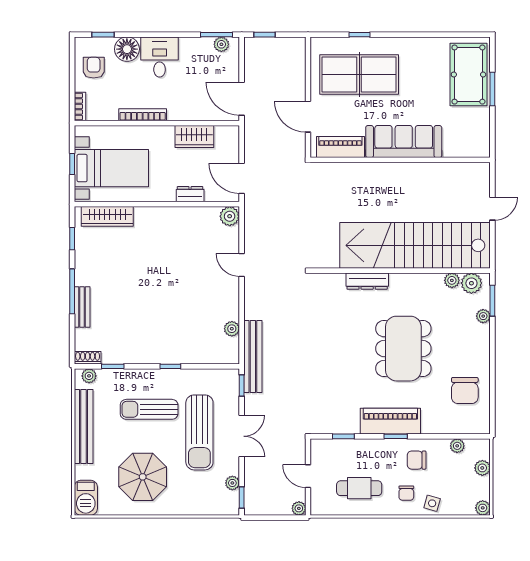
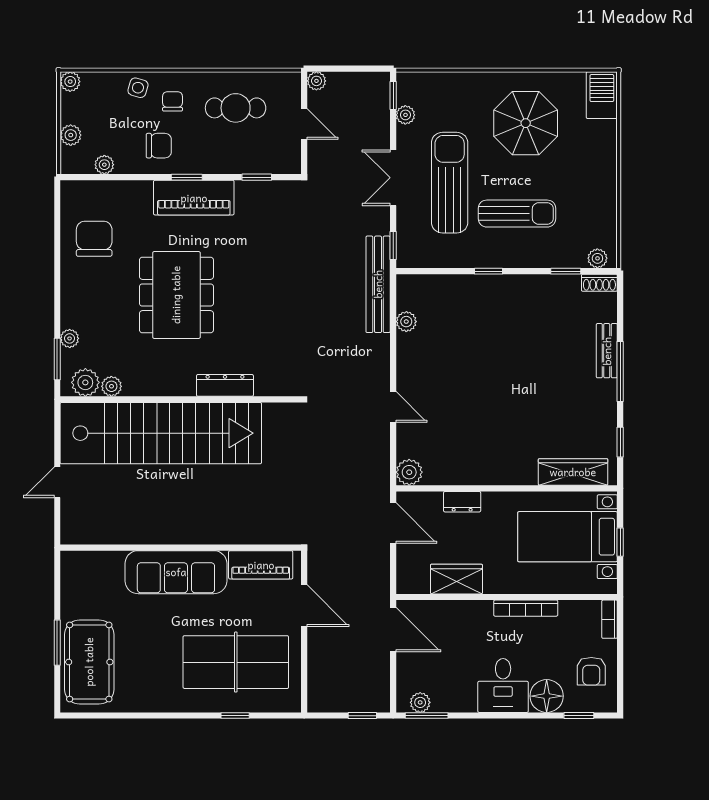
bench: (84, 427) -> (605, 191), removed

